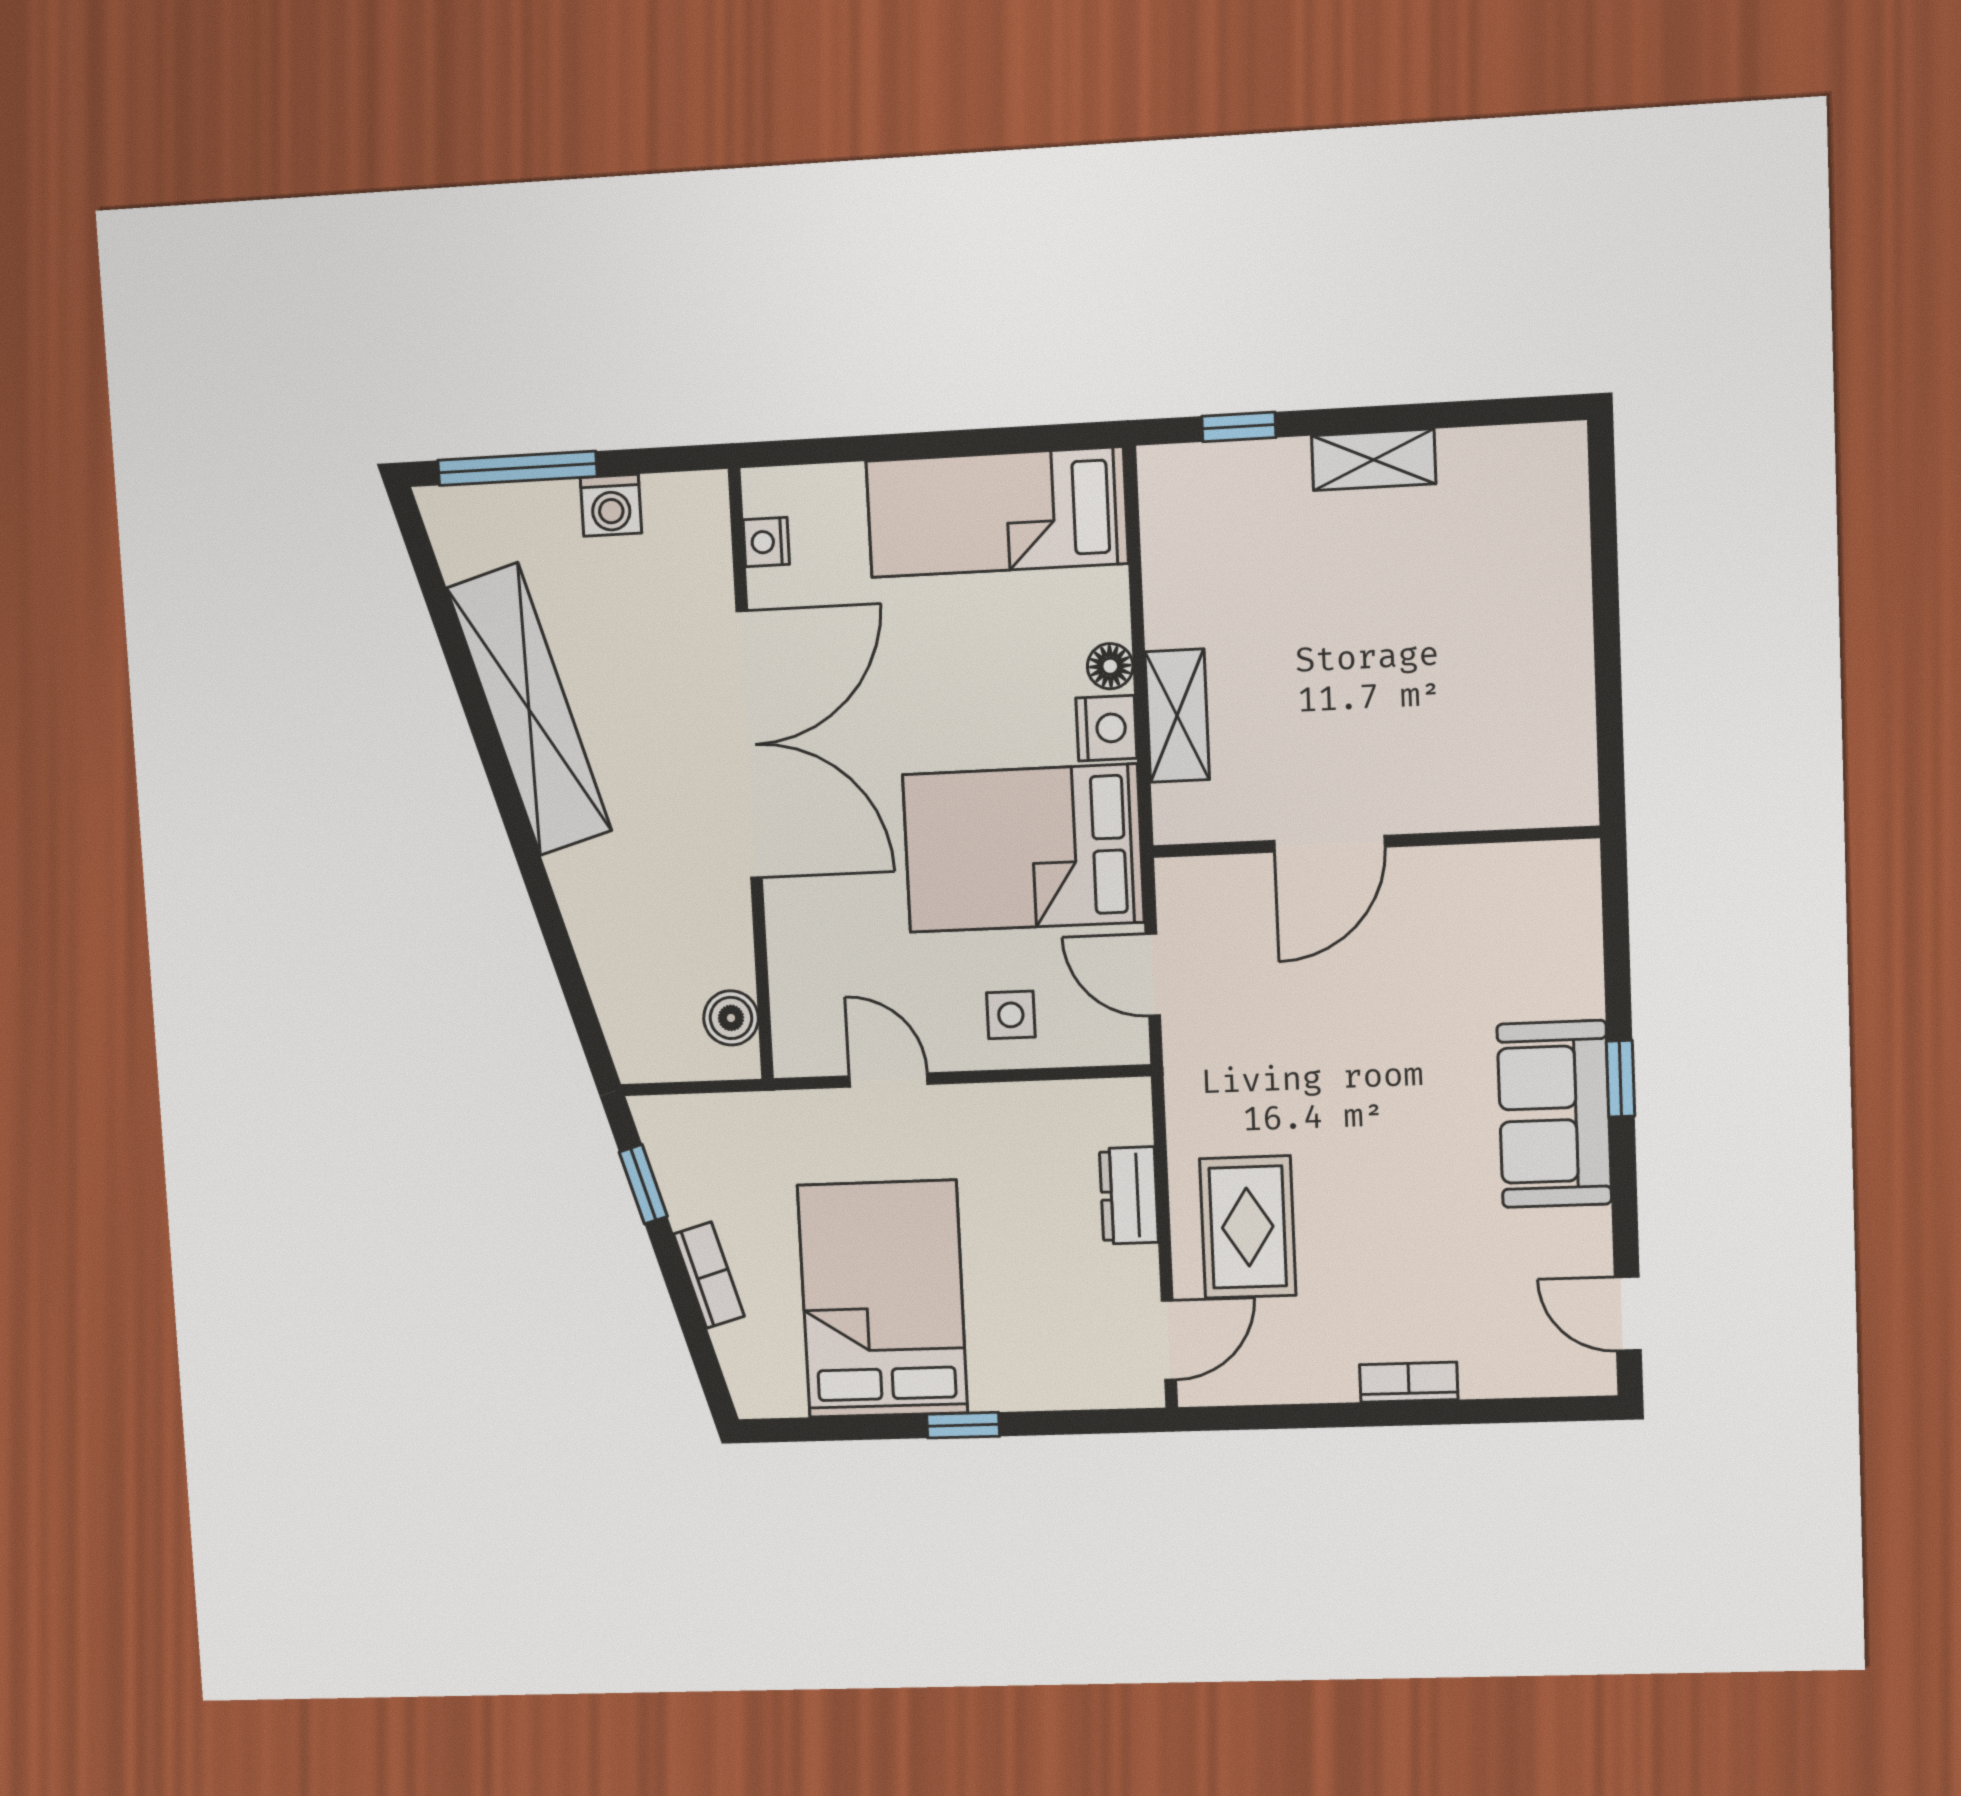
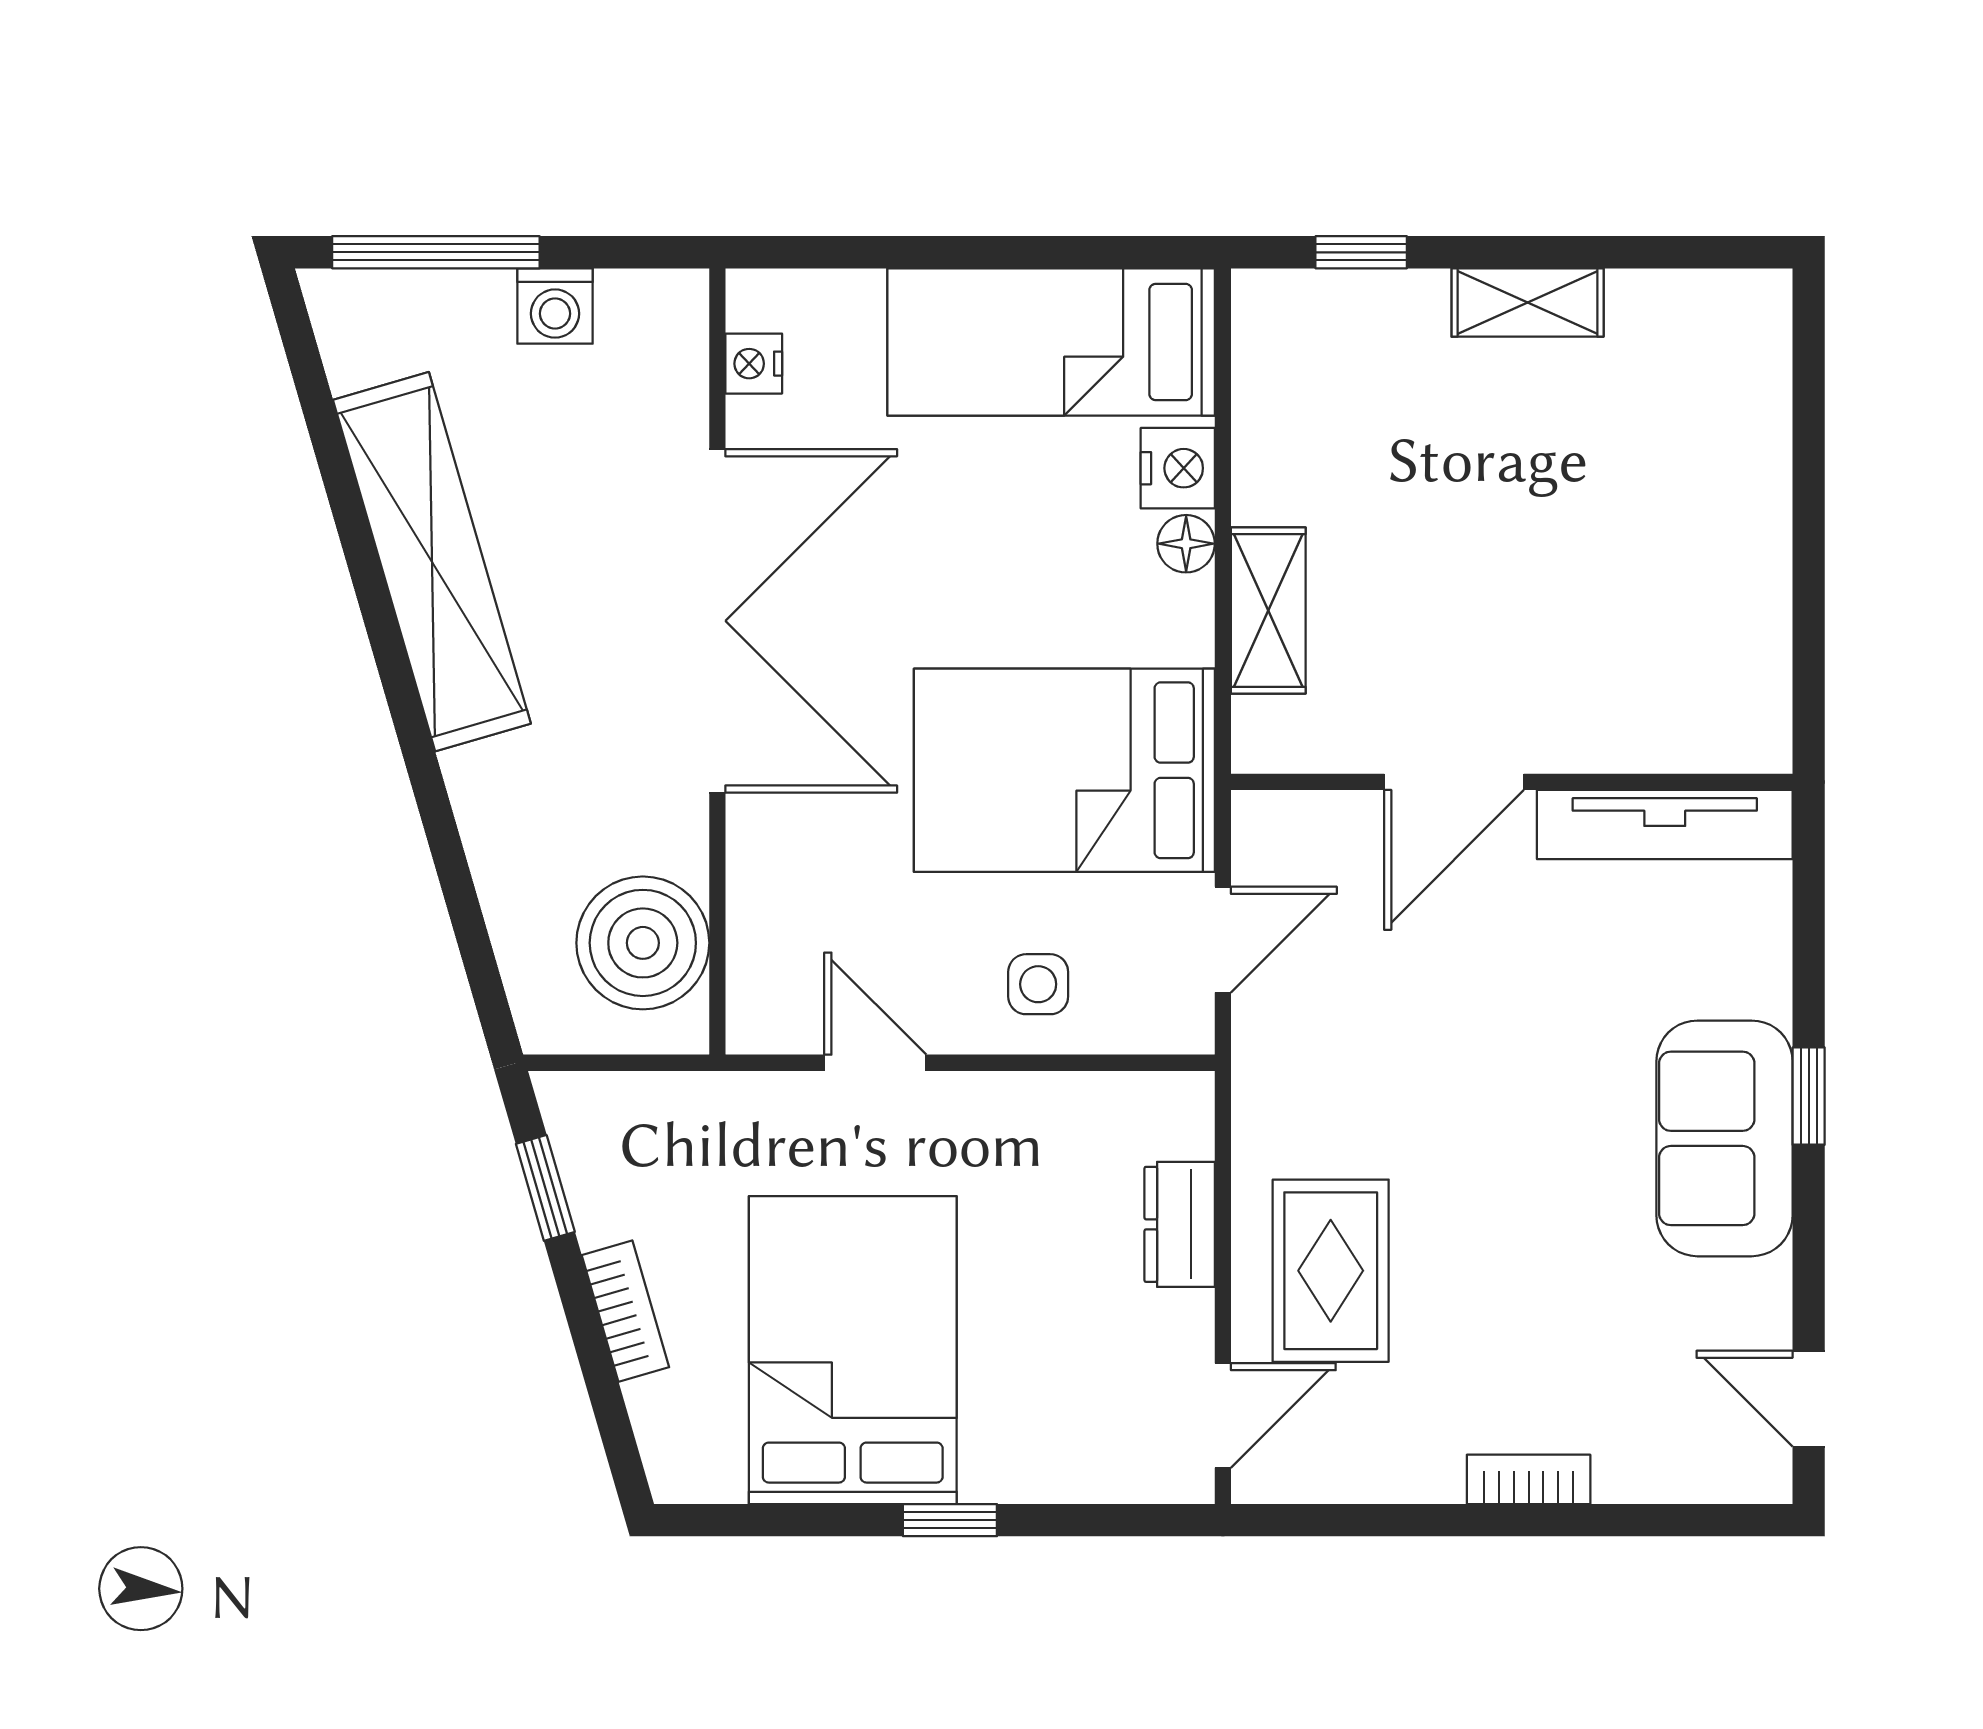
nightstand: (1106, 728) -> (1178, 468), moved
tv unit: (1498, 870) -> (1665, 825), added
door: (1153, 975) -> (1223, 940), swing flipped
boiler: (731, 1018) -> (643, 943), width x1.86, depth x1.86

